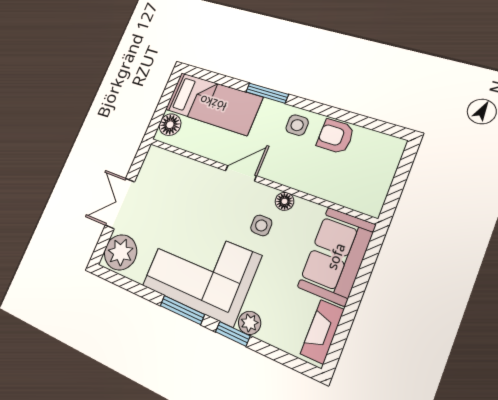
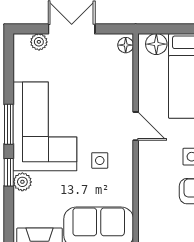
floor lamp: (284, 201) -> (126, 45), moved
plant: (120, 252) -> (39, 42), width x0.53, depth x0.53

